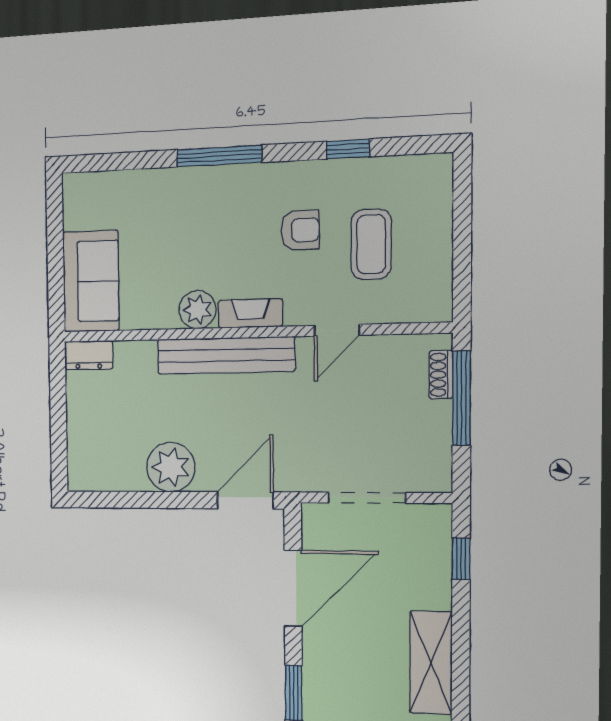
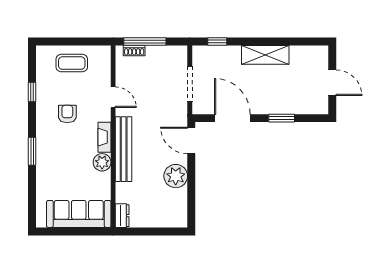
window: (219, 156) -> (32, 151), width x0.69
coffee table: (371, 244) -> (72, 63), moved
sofa: (91, 281) -> (79, 214), width x1.36

